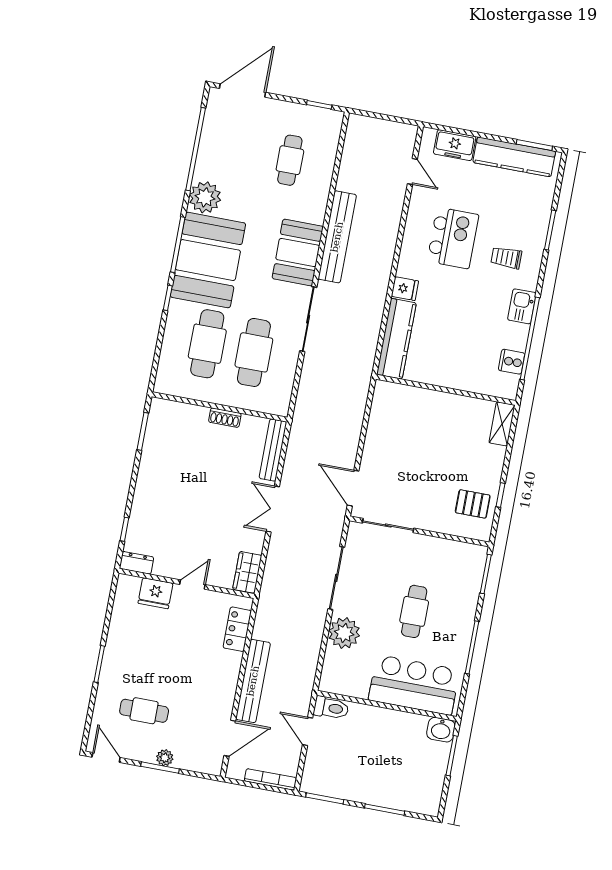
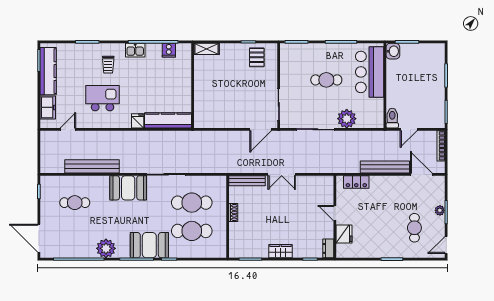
bench: (337, 237) -> (92, 166), moved
booth: (208, 260) -> (149, 245), width x0.73, depth x0.70
wardrobe: (247, 572) -> (280, 251), moved, turned 180

